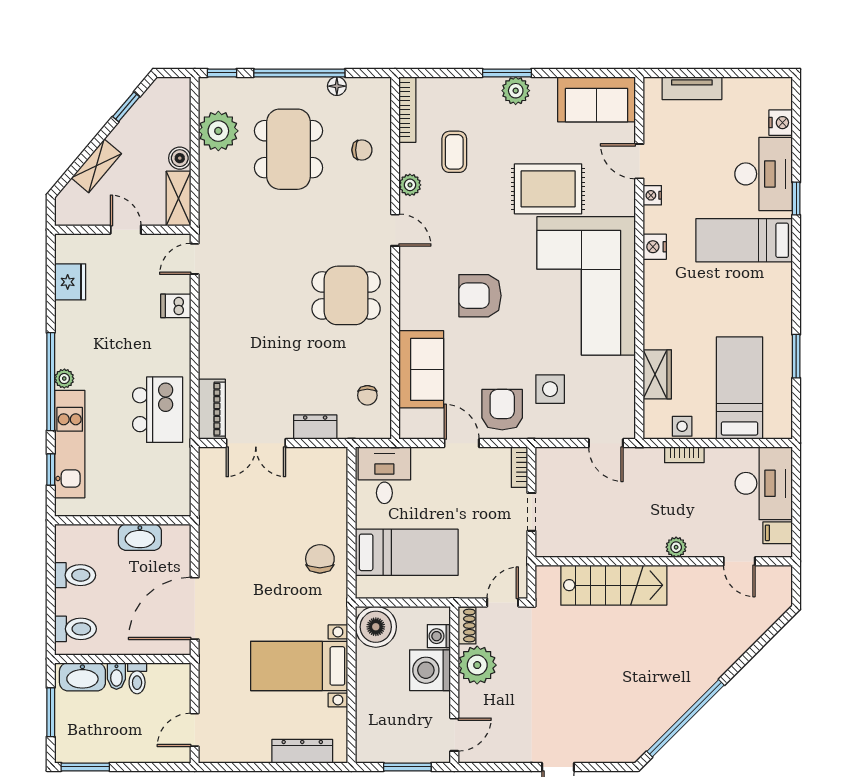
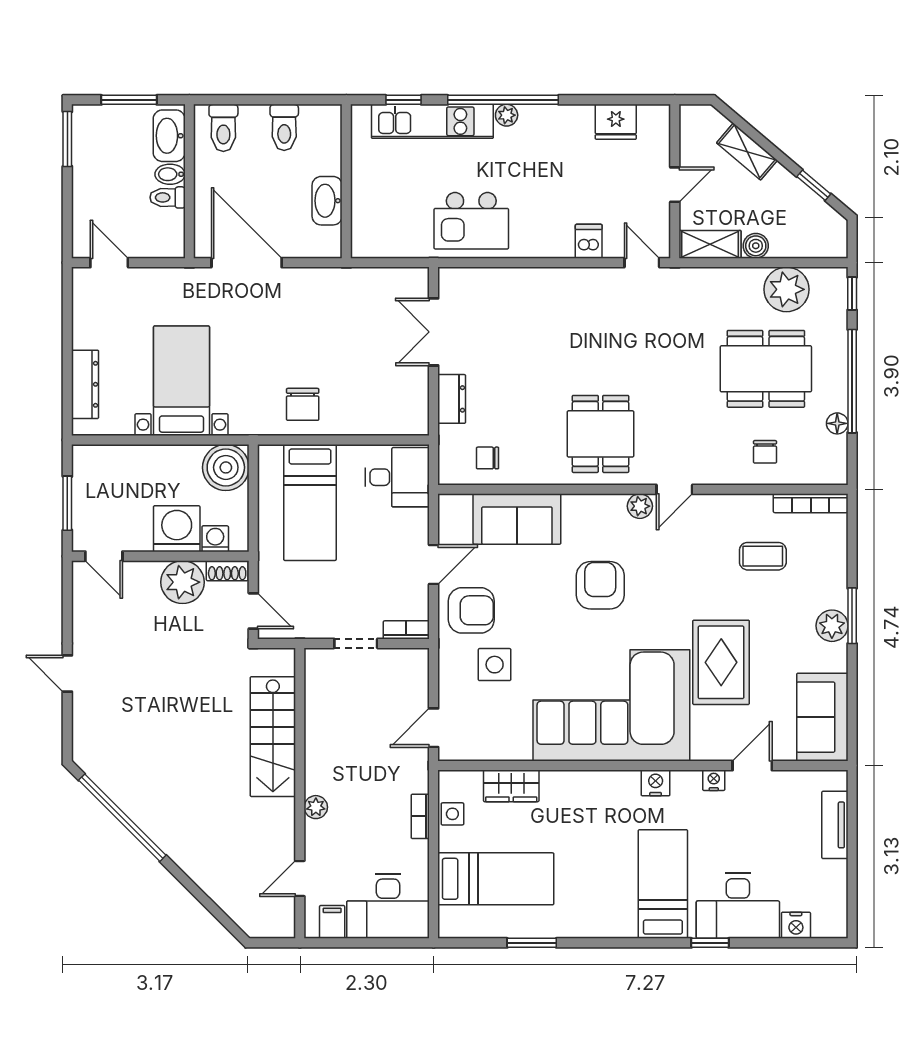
plant: (410, 185) -> (640, 506), moved
piano: (212, 409) -> (472, 282), removed
chair: (320, 559) -> (303, 404), turned 90

